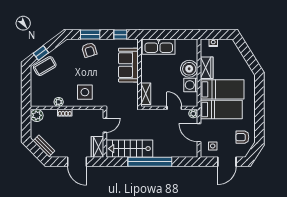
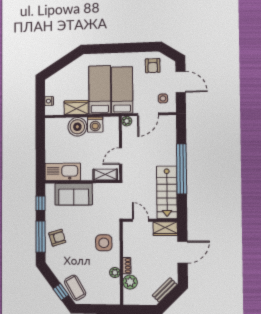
window: (90, 35) -> (41, 237), width x1.44
kitchen sink: (159, 47) -> (63, 172), moved, turned -90
door: (174, 108) -> (121, 156), moved
plant: (37, 115) -> (130, 282), moved

